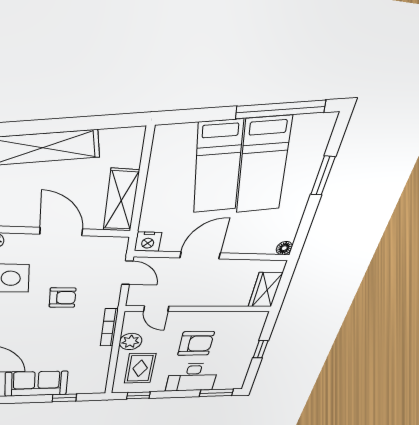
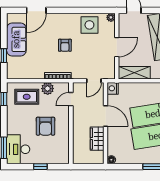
wardrobe: (265, 290) -> (97, 139), moved, turned -90
armchair: (63, 298) -> (65, 45), moved
desk: (192, 377) -> (18, 149), moved

